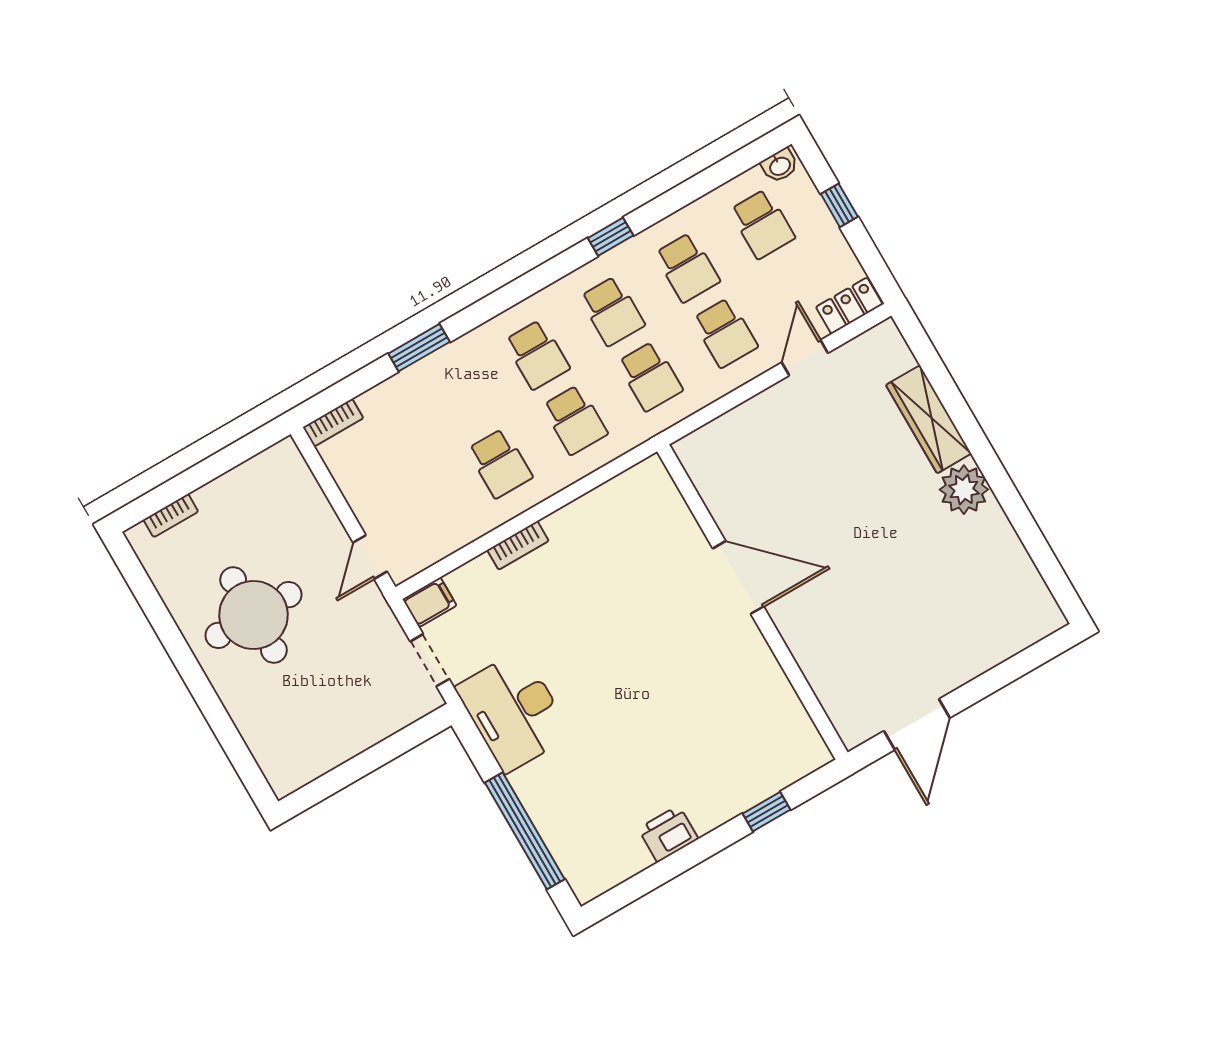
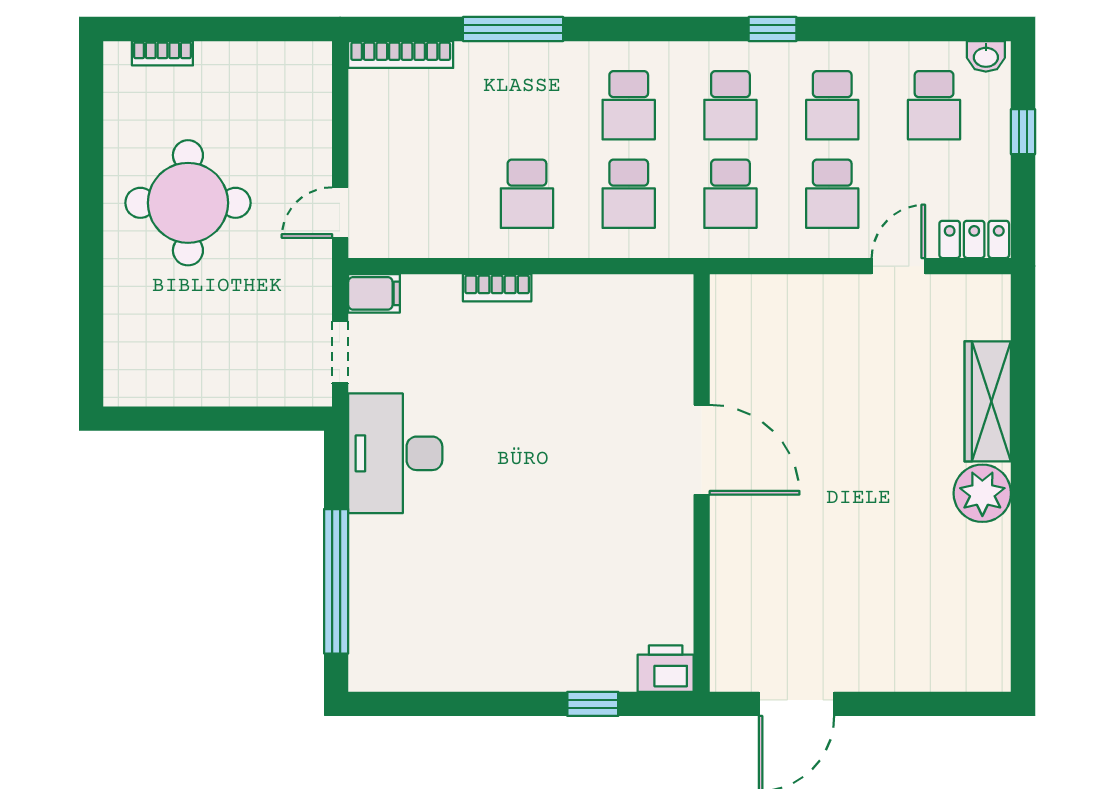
window: (419, 348) -> (513, 29), width x1.44
bookcase: (333, 423) -> (401, 55), width x1.56
printer: (668, 834) -> (666, 669), moved

